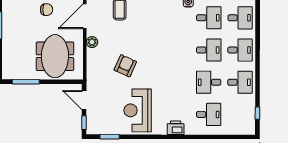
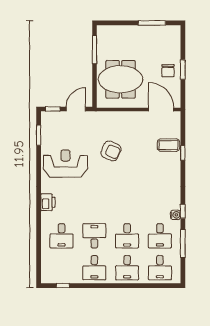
plant: (92, 42) -> (135, 117), removed

